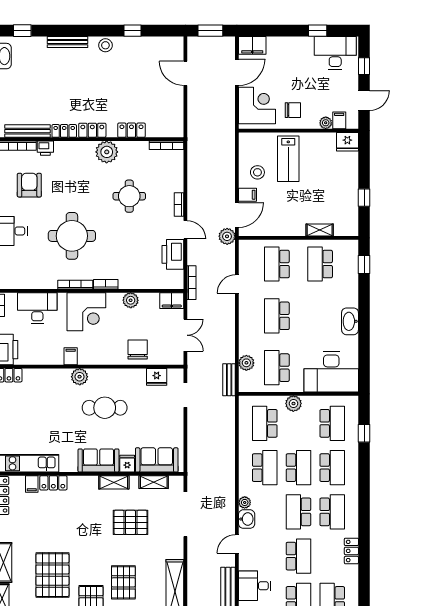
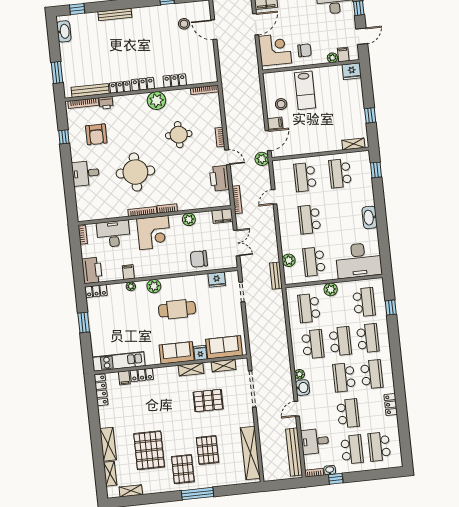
stool: (105, 45) -> (184, 24), moved
armchair: (29, 185) -> (96, 134), turned 180
shelving: (320, 230) -> (353, 144), moved
chair: (138, 350) -> (199, 259), turned -90
filing cabinet: (71, 356) -> (128, 272), moved
plant: (52, 374) -> (131, 286), added

